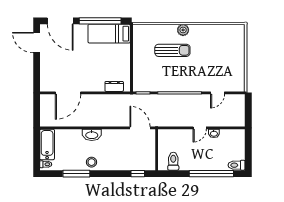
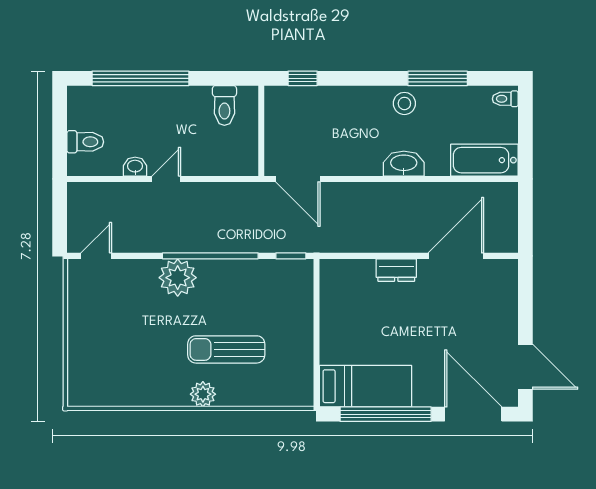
plant: (195, 83) -> (178, 278), added
dresser: (114, 86) -> (396, 270), moved
door: (217, 93) -> (96, 256), moved
bathtub: (47, 144) -> (484, 160), moved, turned 90
toilet: (237, 165) -> (85, 142), moved

